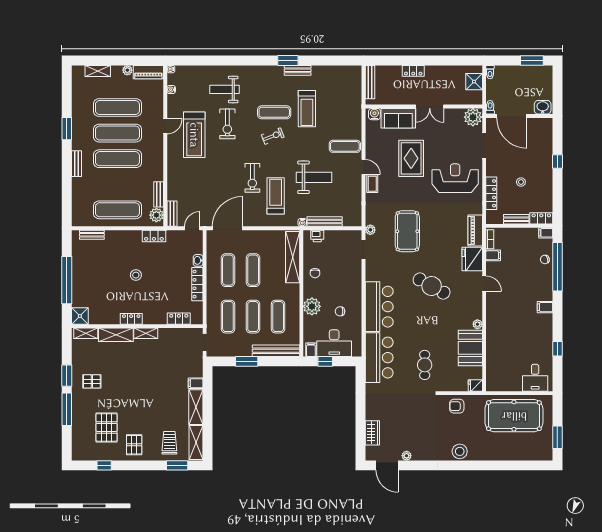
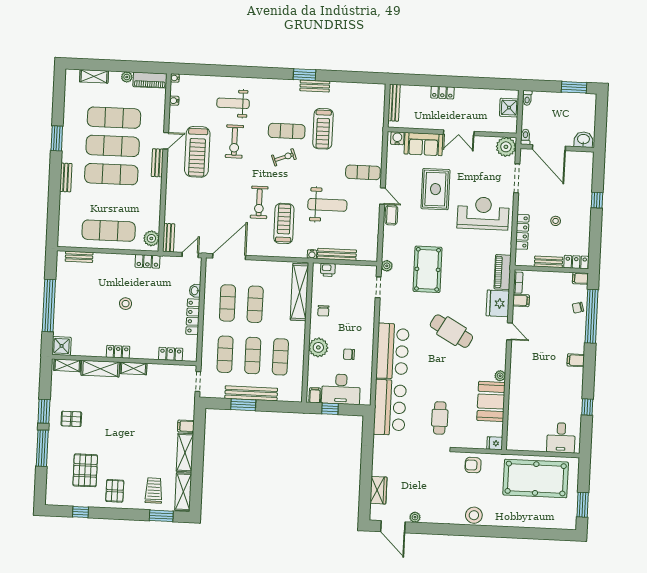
bench: (159, 194) -> (157, 163), moved
bench: (276, 351) -> (251, 393), moved

